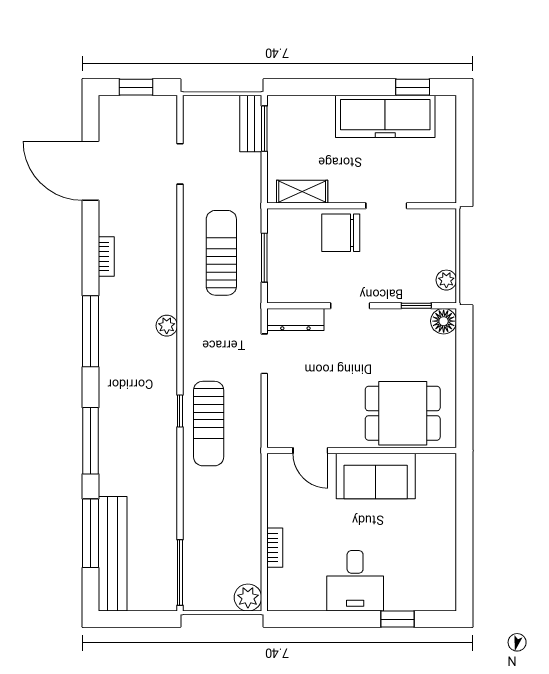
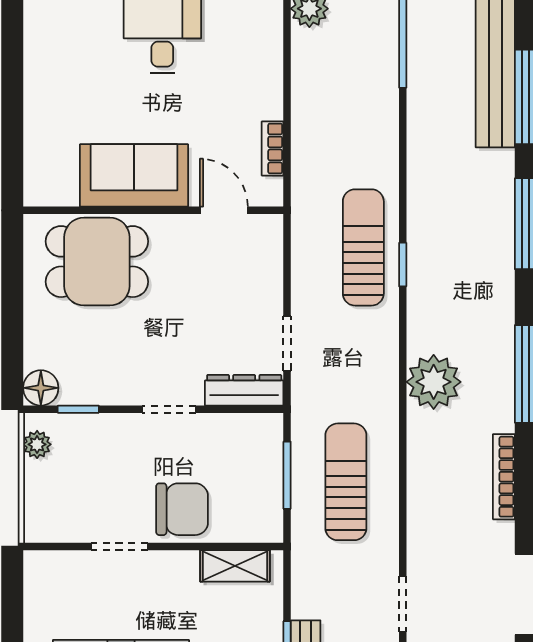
sun lounger: (221, 253) -> (346, 482), turned 180
bookcase: (106, 257) -> (504, 477), width x1.56
plant: (167, 326) -> (434, 382), width x1.87, depth x1.87
bookcase: (275, 548) -> (273, 148), moved

